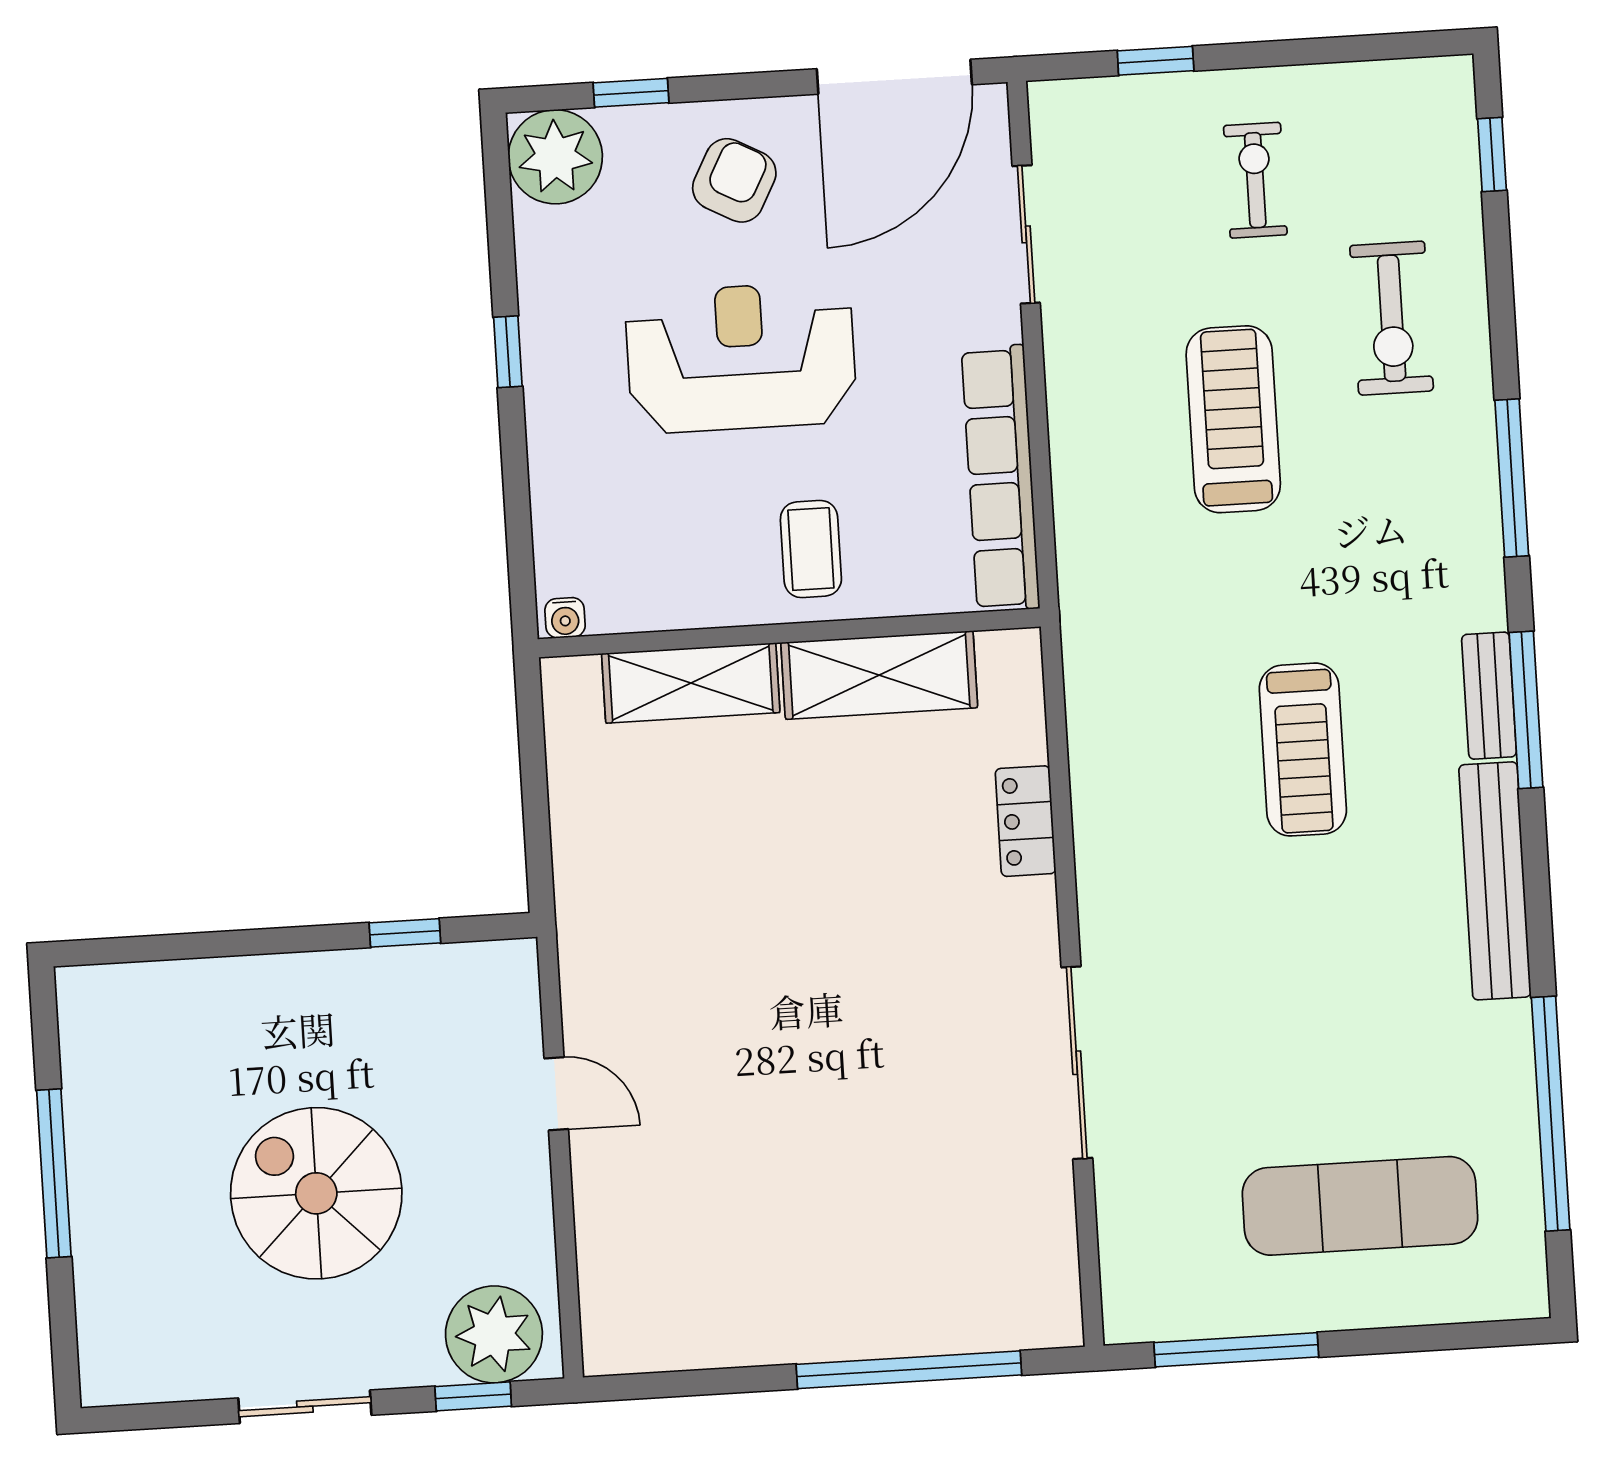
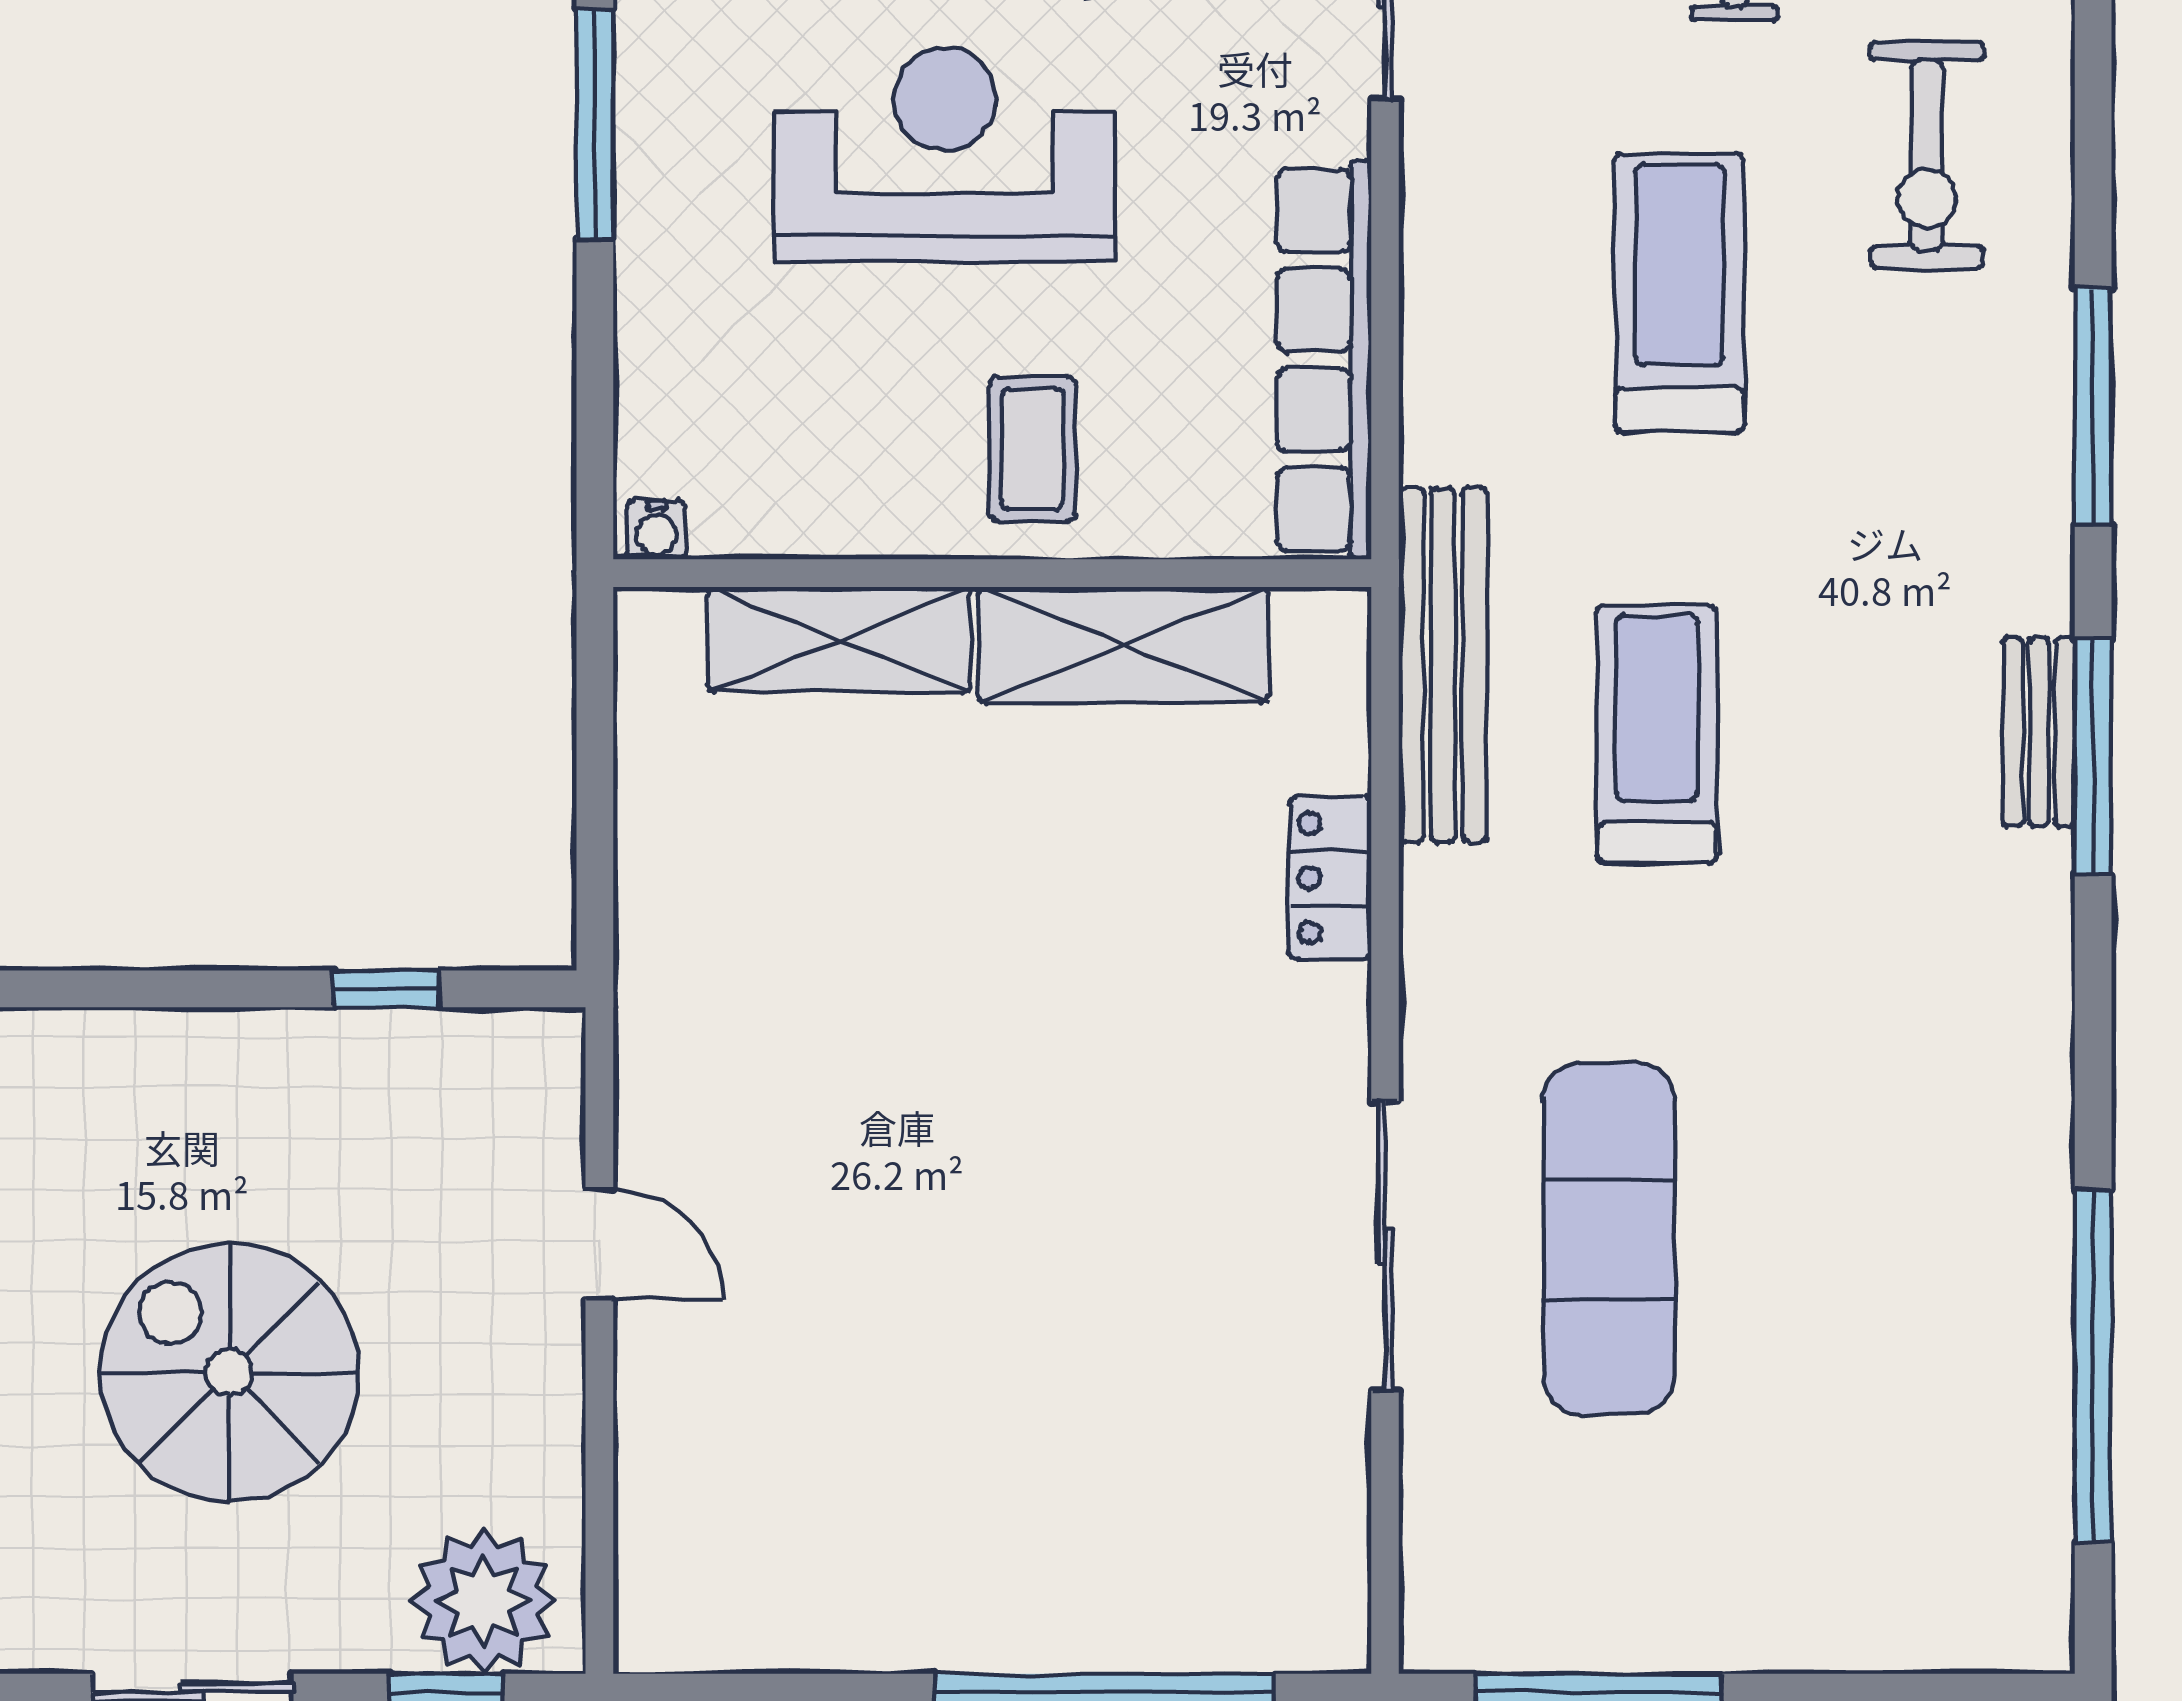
window: (508, 352) -> (595, 124), width x2.17
treadmill: (1303, 750) -> (1657, 734), moved, turned 180
bench: (1495, 881) -> (1443, 665), moved
exercise mat: (1360, 1206) -> (1609, 1239), moved, turned 90

